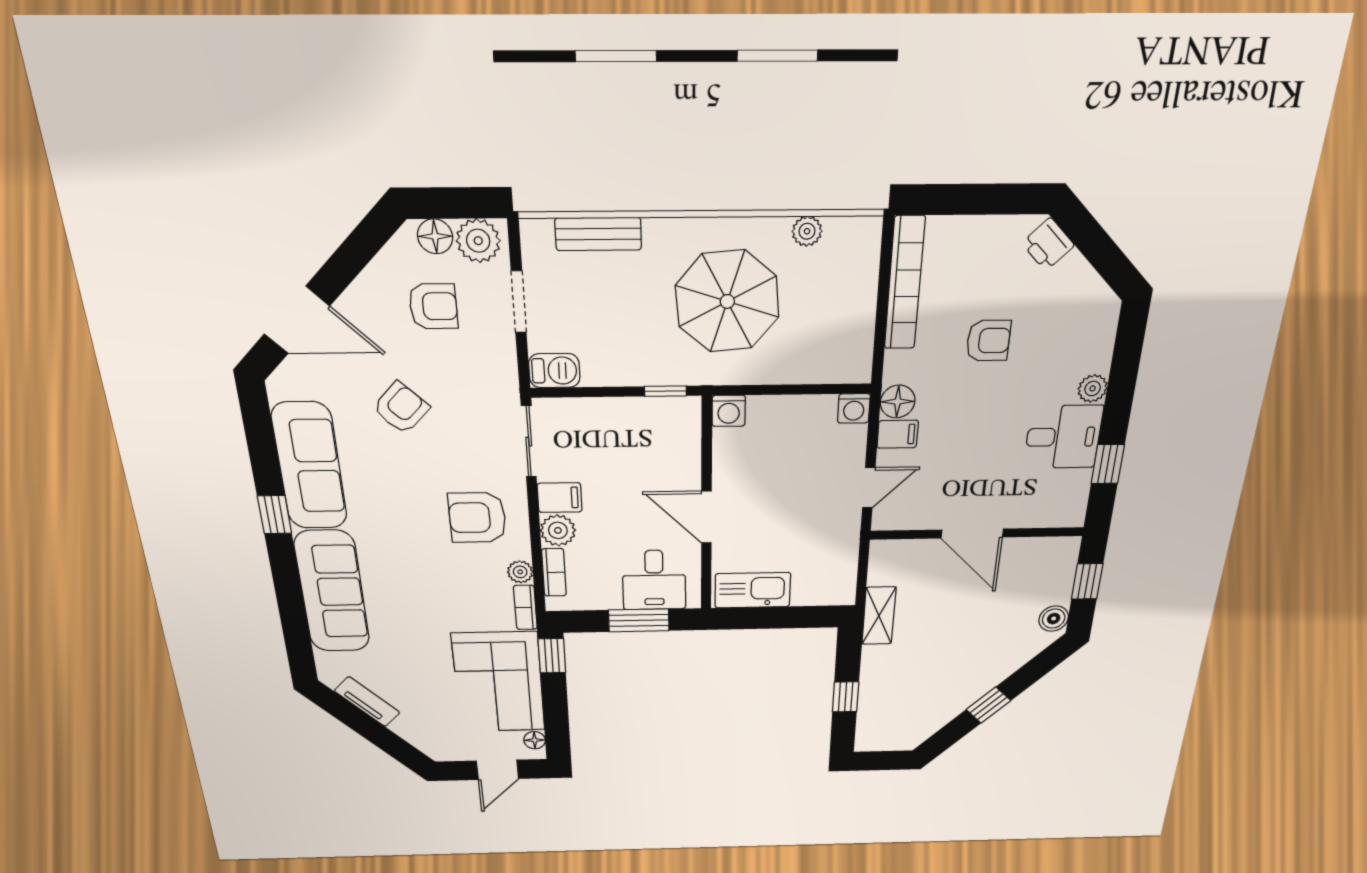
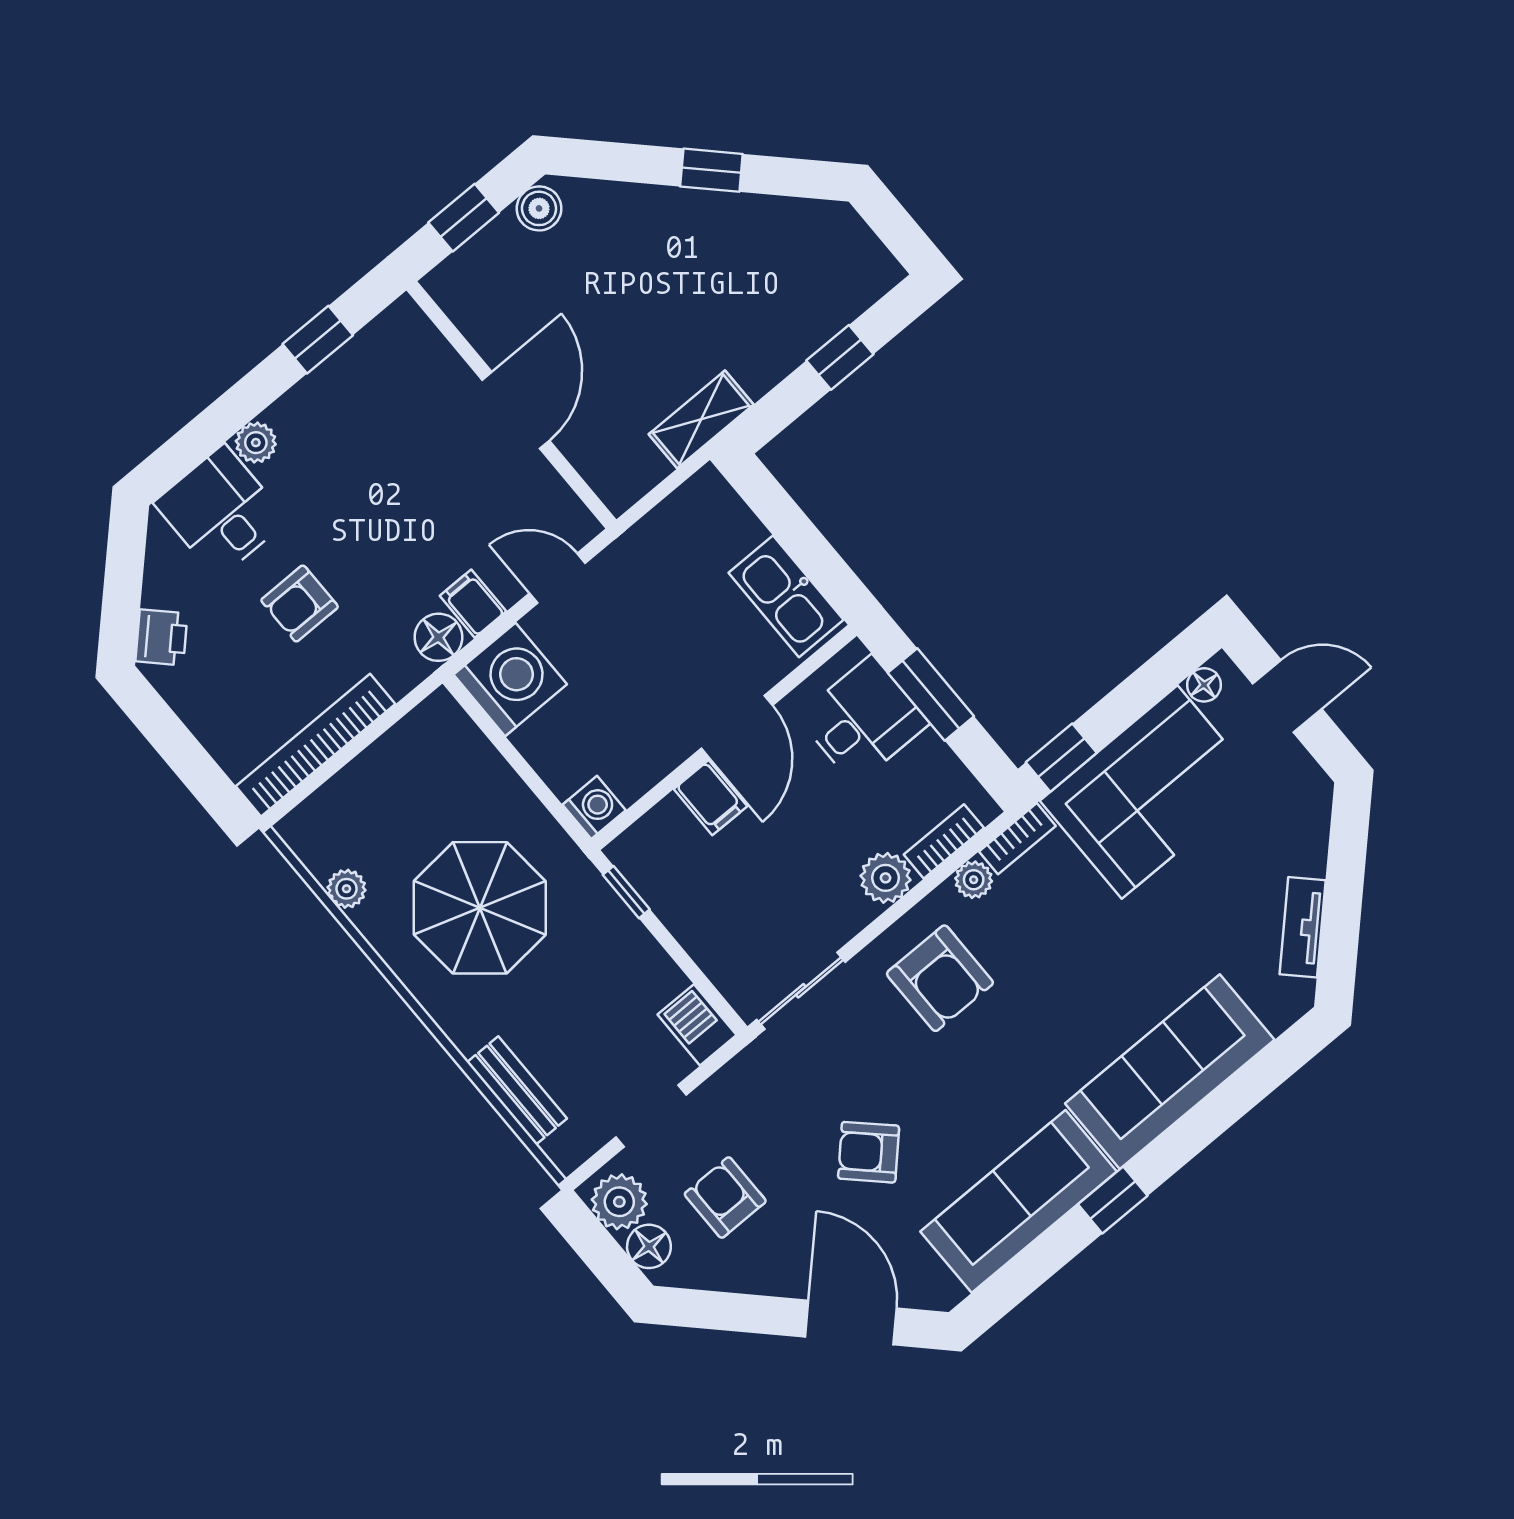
armchair: (988, 341) -> (300, 604), turned -90
washing machine: (854, 408) -> (510, 679), width x1.89, depth x1.89
desk: (1063, 437) -> (221, 511), moved
filing cabinet: (560, 498) -> (710, 798), moved, turned 180

